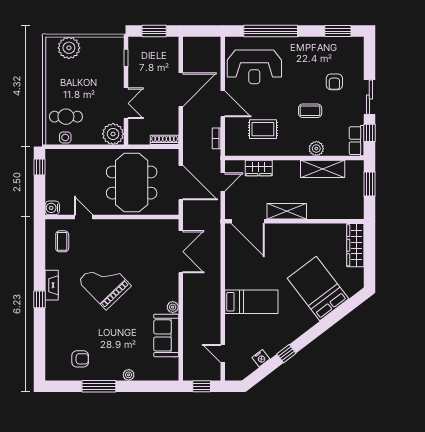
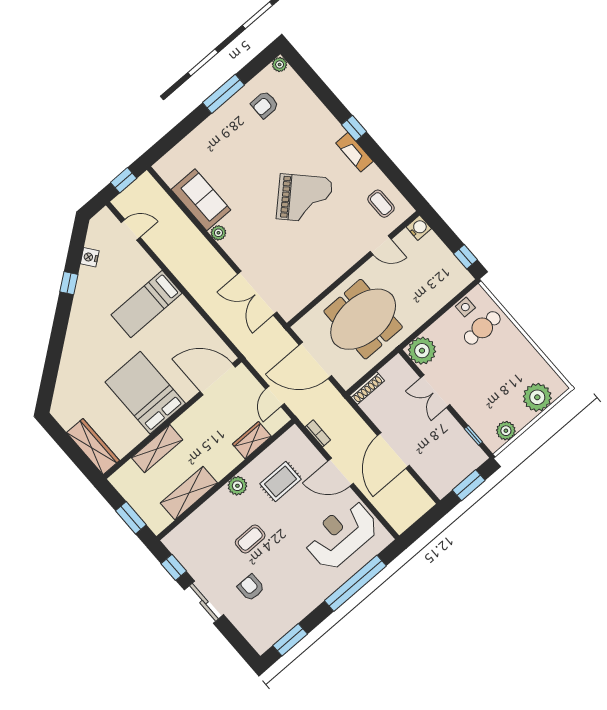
plant: (104, 44) -> (506, 431), added
row of seats: (357, 141) -> (180, 549), removed
plant: (316, 149) -> (237, 486), moved
meeting table: (132, 183) -> (363, 319), turned 90
shelving: (287, 211) -> (157, 449), moved
bed: (318, 289) -> (145, 393), moved, turned -143
plant: (129, 375) -> (280, 65), moved

